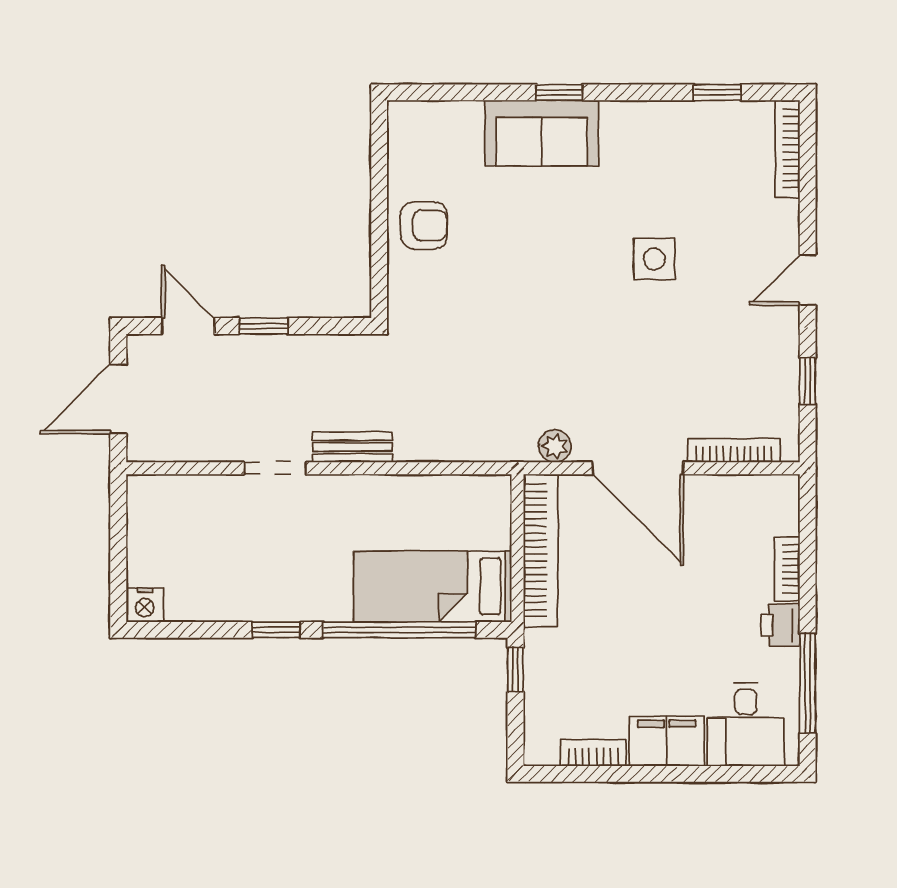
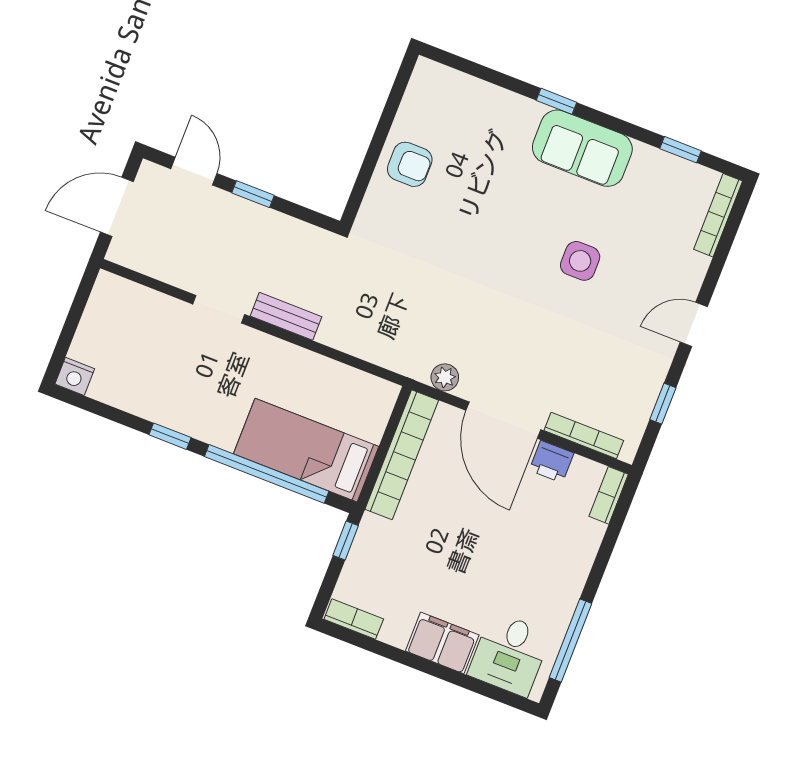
sofa: (542, 133) -> (582, 148), moved
bookcase: (787, 569) -> (609, 495), moved
printer: (780, 625) -> (551, 462), moved, turned -90
bookcase: (593, 753) -> (354, 619), moved

